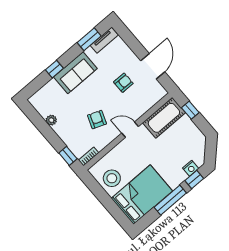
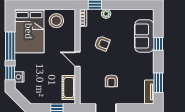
sofa: (75, 73) -> (144, 36), moved
cot: (164, 118) -> (69, 87), width x0.73, depth x0.75
plant: (51, 120) -> (106, 14), moved
door: (130, 130) -> (78, 59), swing flipped

